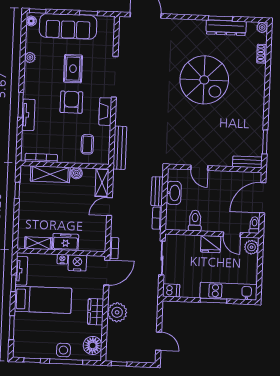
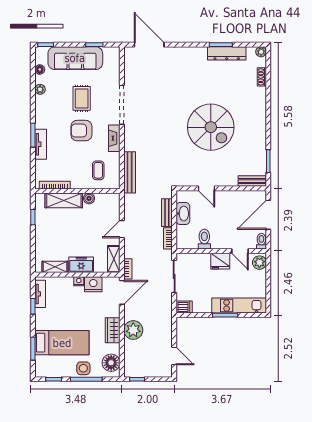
floor lamp: (31, 21) -> (40, 69), moved
spiral stairs: (204, 80) -> (211, 127), moved
armchair: (71, 102) -> (81, 131), turned -90
shelving: (102, 183) -> (114, 259), moved
bed: (43, 300) -> (62, 343), moved

